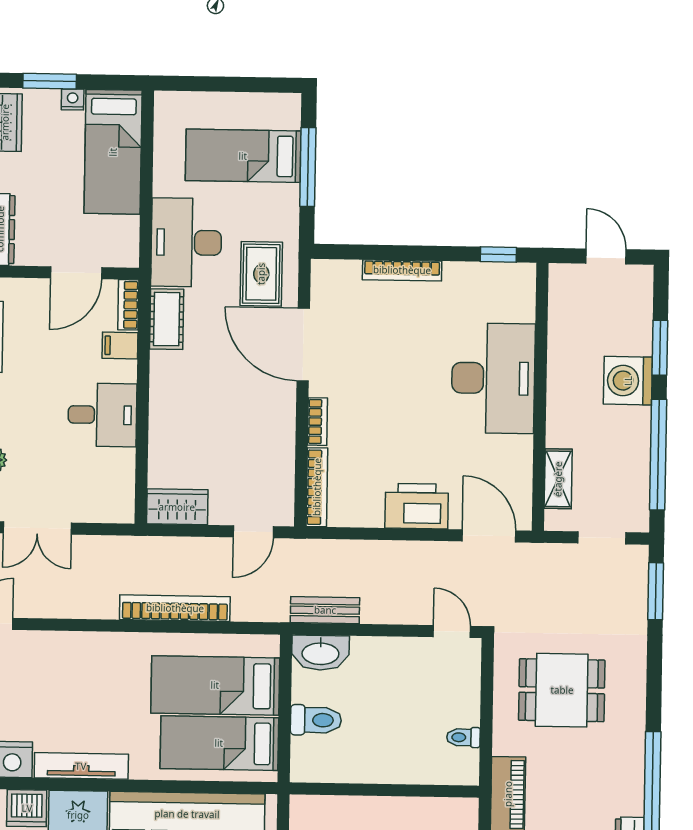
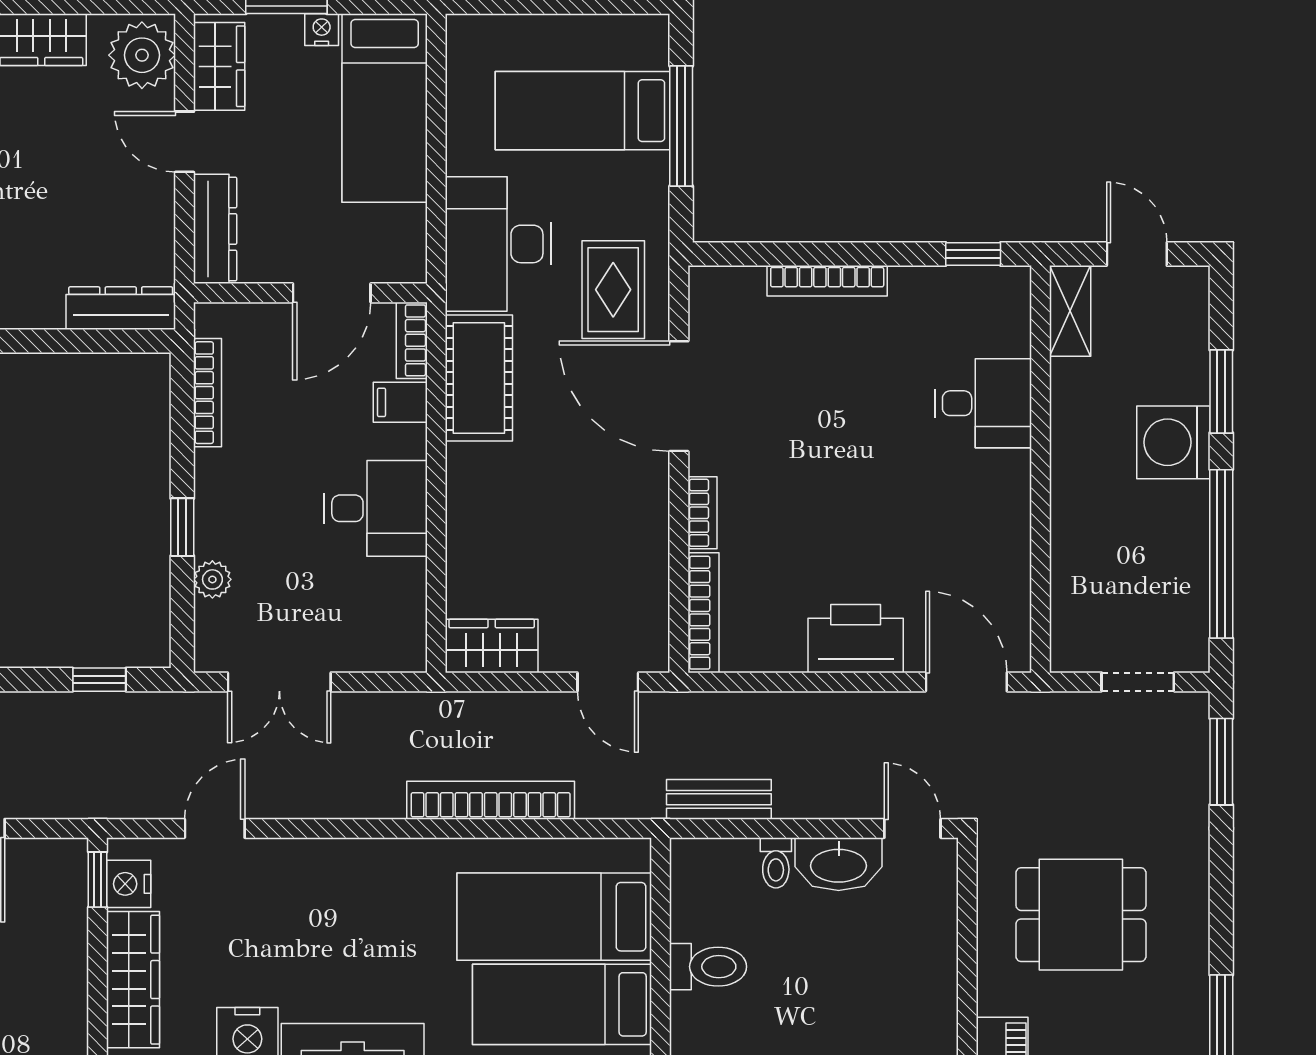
cot: (167, 319) -> (479, 378), width x1.37, depth x1.34
desk: (493, 378) -> (983, 403), width x0.53, depth x0.77
shelving: (558, 479) -> (1070, 311), moved
door: (253, 532) -> (608, 682), hinge flipped
washbasin: (320, 653) -> (839, 864), moved
toilet: (463, 737) -> (776, 863), moved, turned -90

